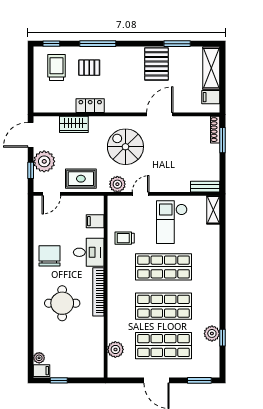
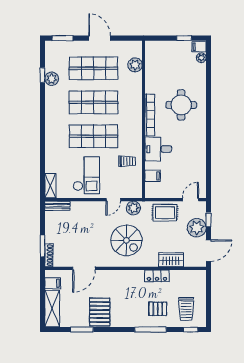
door: (160, 114) -> (84, 268), moved
chair: (49, 256) -> (192, 146), removed

